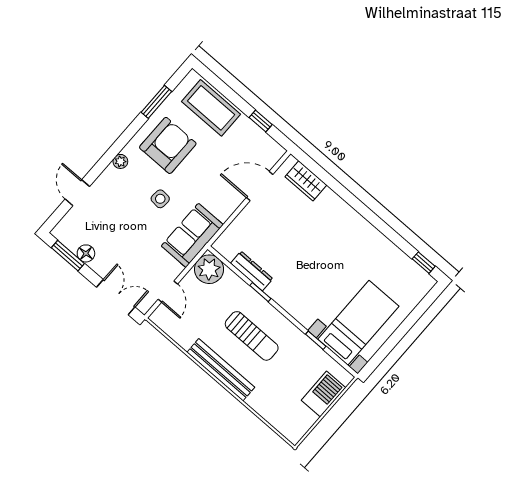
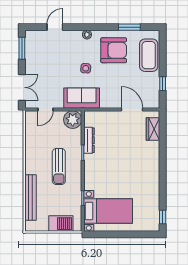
floor lamp: (86, 253) -> (30, 56), removed
bench: (221, 370) -> (30, 198), moved

